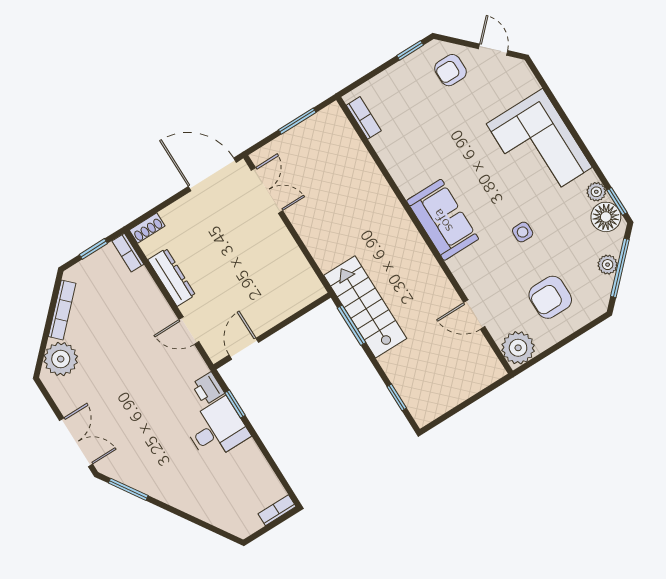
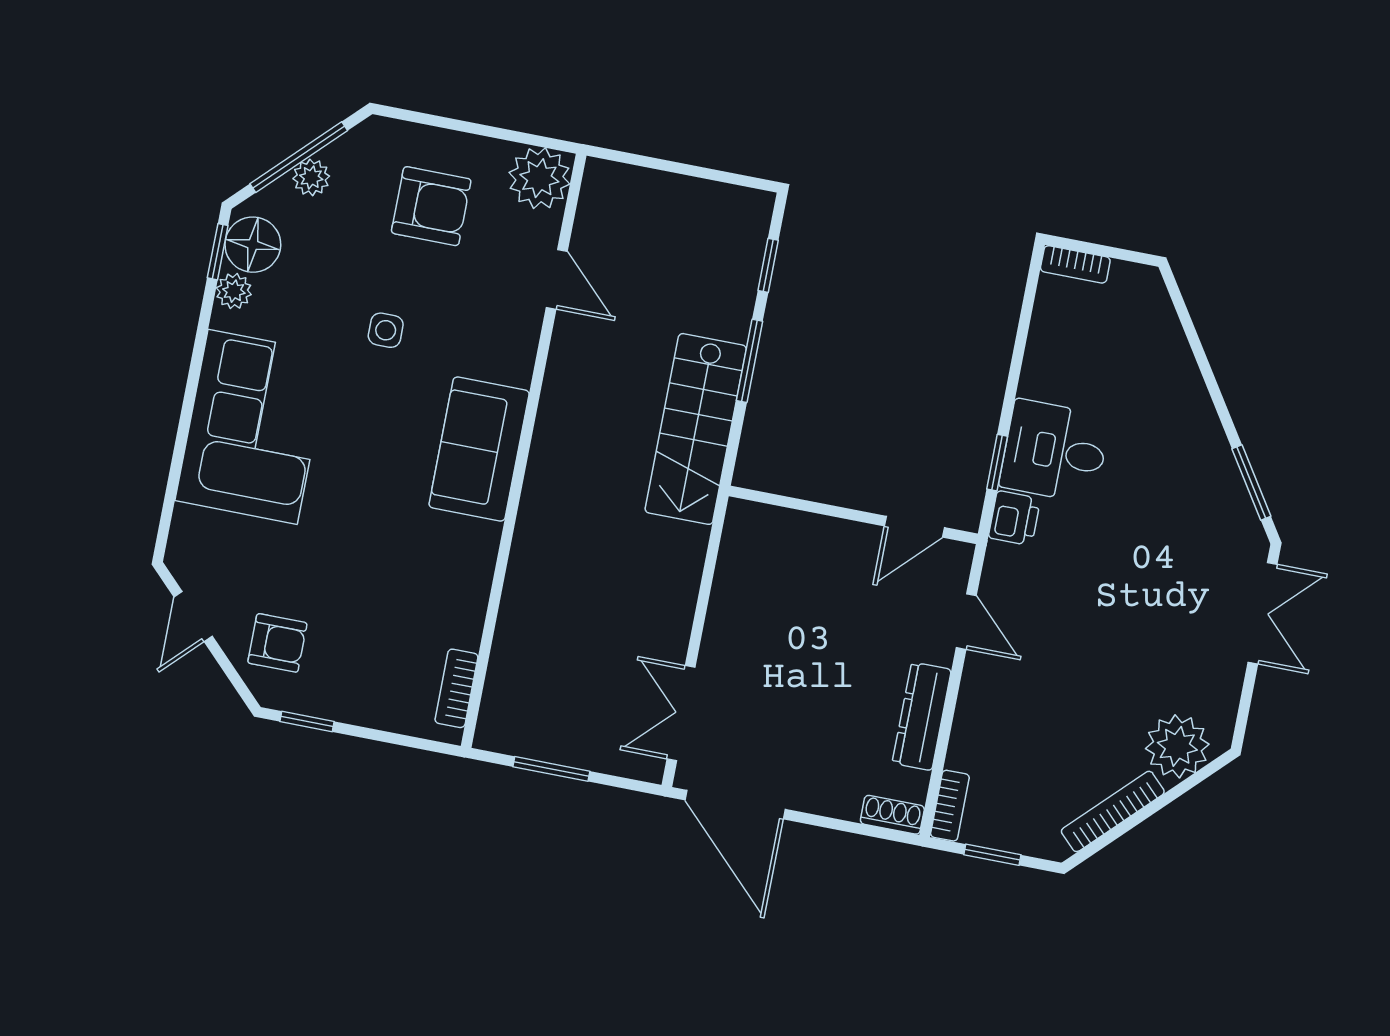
window: (351, 325) -> (750, 361), moved
double door: (76, 442) -> (1263, 613), swing flipped

